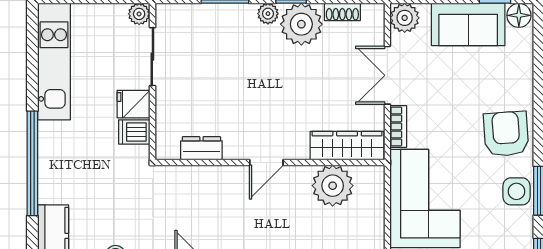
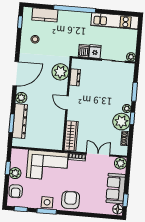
armchair: (506, 134) -> (71, 200), turned -86
plant: (333, 186) -> (60, 72), moved

